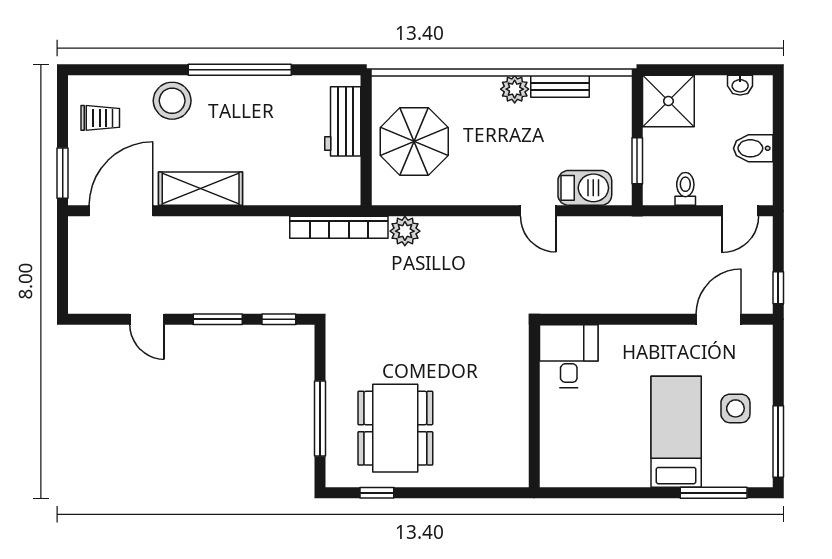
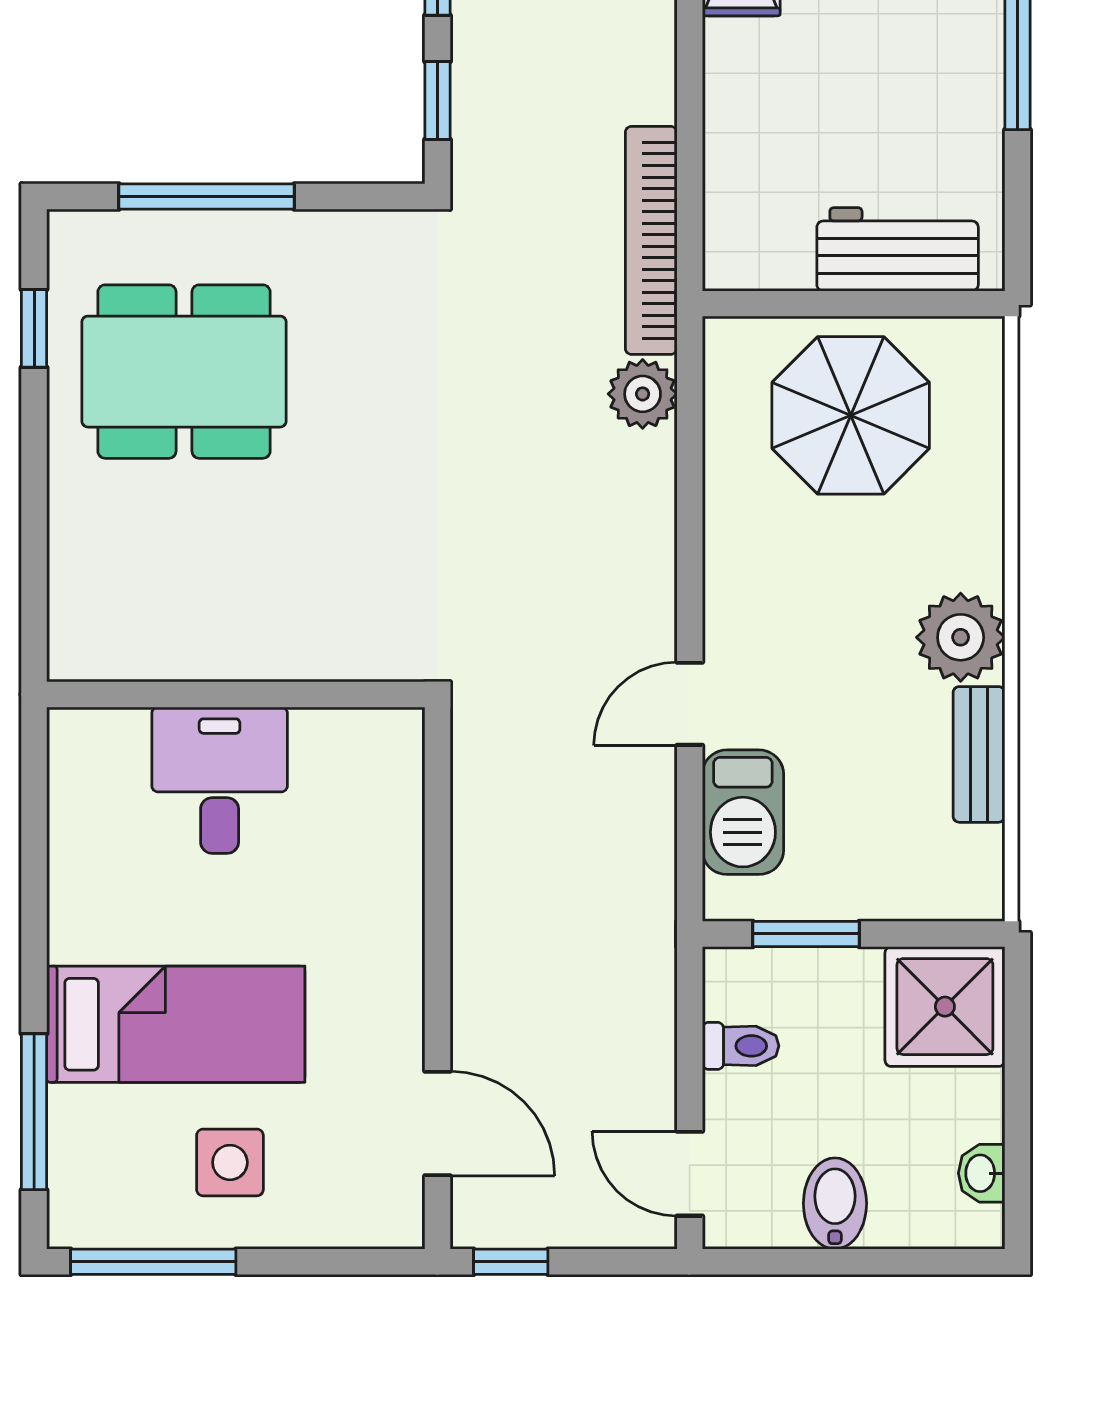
plant: (515, 89) -> (961, 637), width x1.36, depth x1.36
desk: (569, 356) -> (220, 780), moved, turned -90

